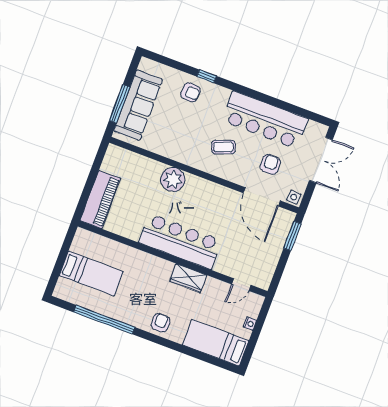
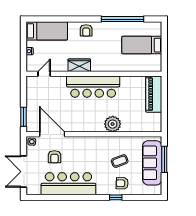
coffee table: (224, 147) -> (120, 161), moved

